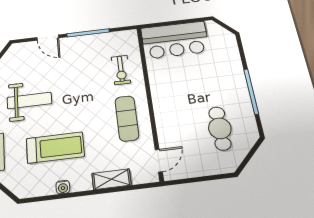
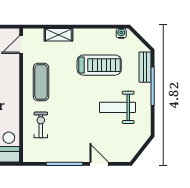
treadmill: (55, 148) -> (99, 65), turned 180
water cooler: (63, 187) -> (121, 33), moved

